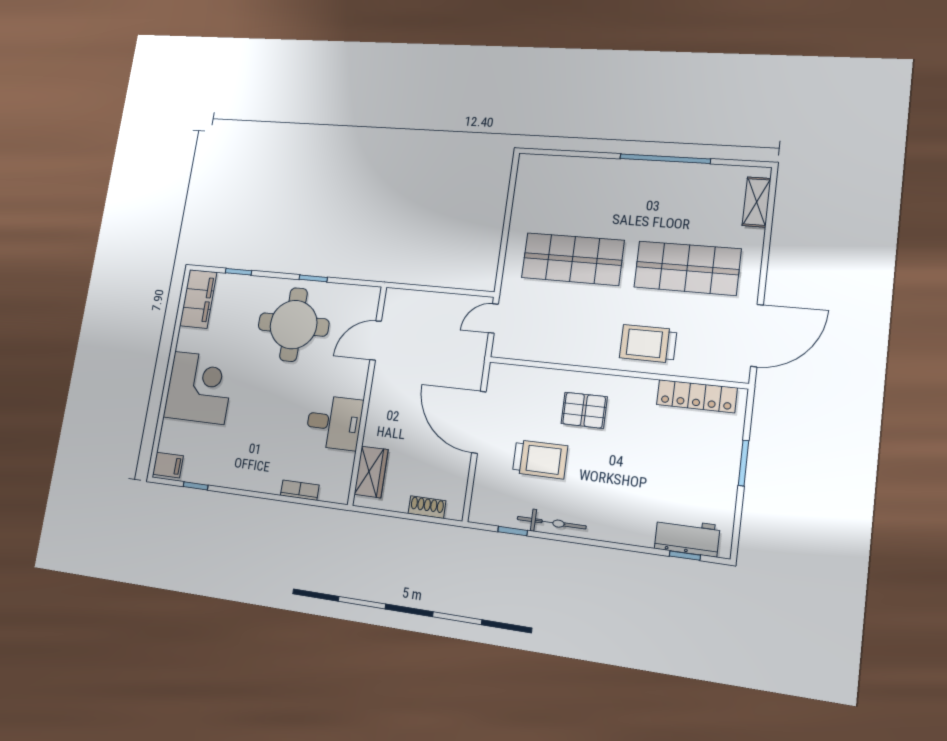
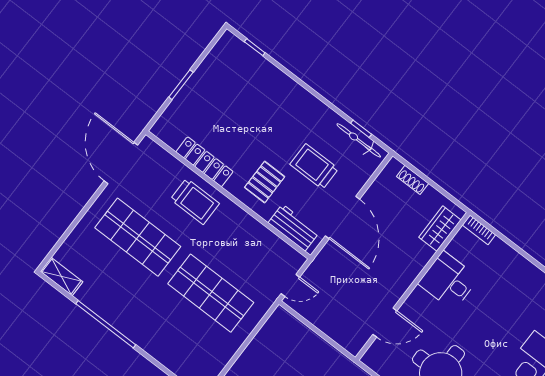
shelving: (757, 202) -> (61, 277), moved, turned 90
door: (757, 336) -> (121, 163), hinge flipped
locker: (697, 396) -> (204, 162), moved
pallet: (584, 410) -> (265, 182), turned 90
bookcase: (300, 490) -> (479, 230), moved
bicycle: (552, 523) -> (359, 140), moved
workbench: (687, 537) -> (294, 228), moved, turned 180

